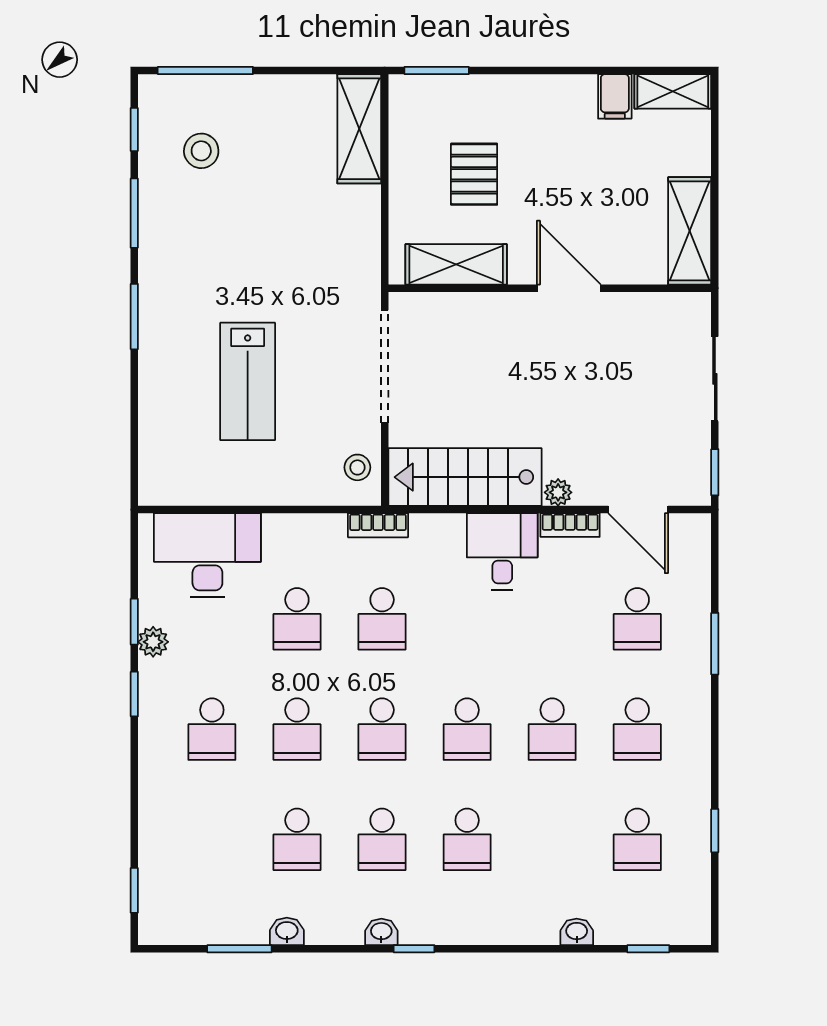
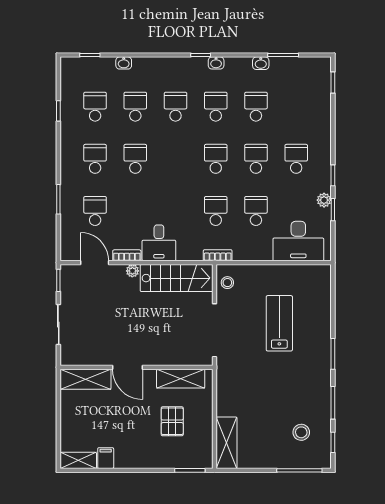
shelving: (690, 231) -> (85, 379), moved, turned 90
school desk: (467, 729) -> (135, 107), moved

